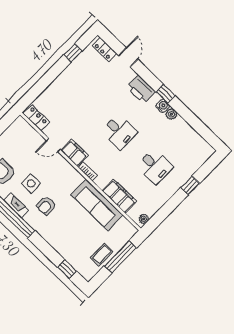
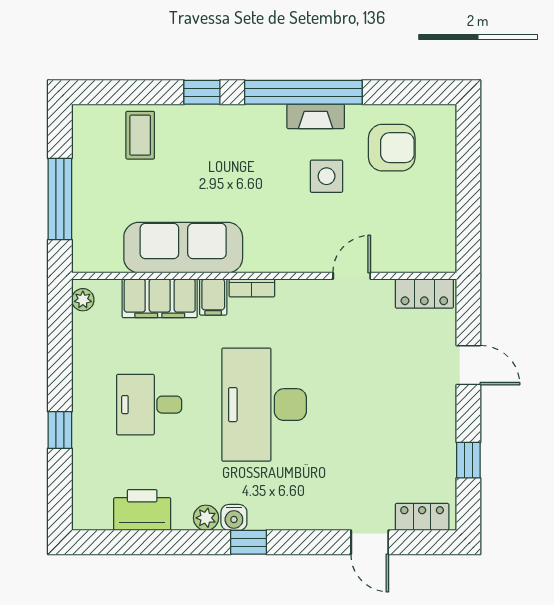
door: (44, 82) -> (468, 365), added
printer: (141, 89) -> (142, 510), moved
desk: (119, 132) -> (264, 405), width x1.87, depth x1.30
filing cabinet: (74, 153) -> (213, 297), moved, width x0.50
armchair: (46, 206) -> (266, 164), removed
coffee table: (102, 255) -> (140, 135), moved
window: (67, 269) -> (202, 92), moved

